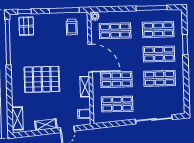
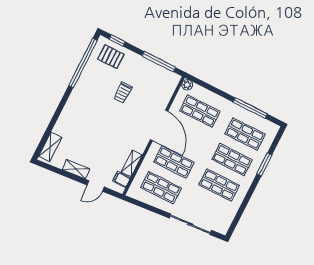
pallet: (26, 26) -> (111, 57), turned 90
trolley: (72, 27) -> (123, 93), moved
pallet: (42, 79) -> (97, 120), removed
shelving: (85, 87) -> (132, 163), moved

